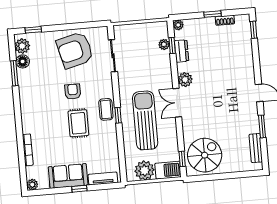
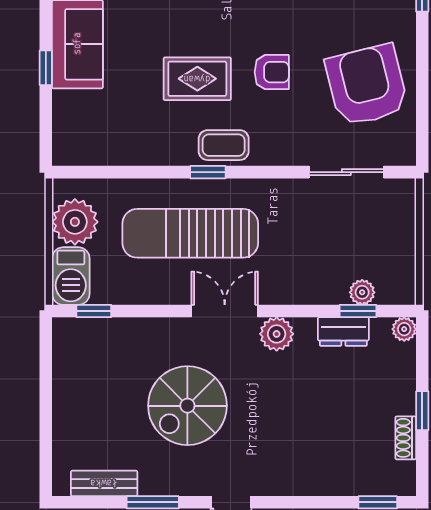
sun lounger: (145, 120) -> (190, 233), turned 180
spiral stairs: (205, 155) -> (187, 406), moved, turned 90
tv unit: (103, 178) -> (65, 124), removed

